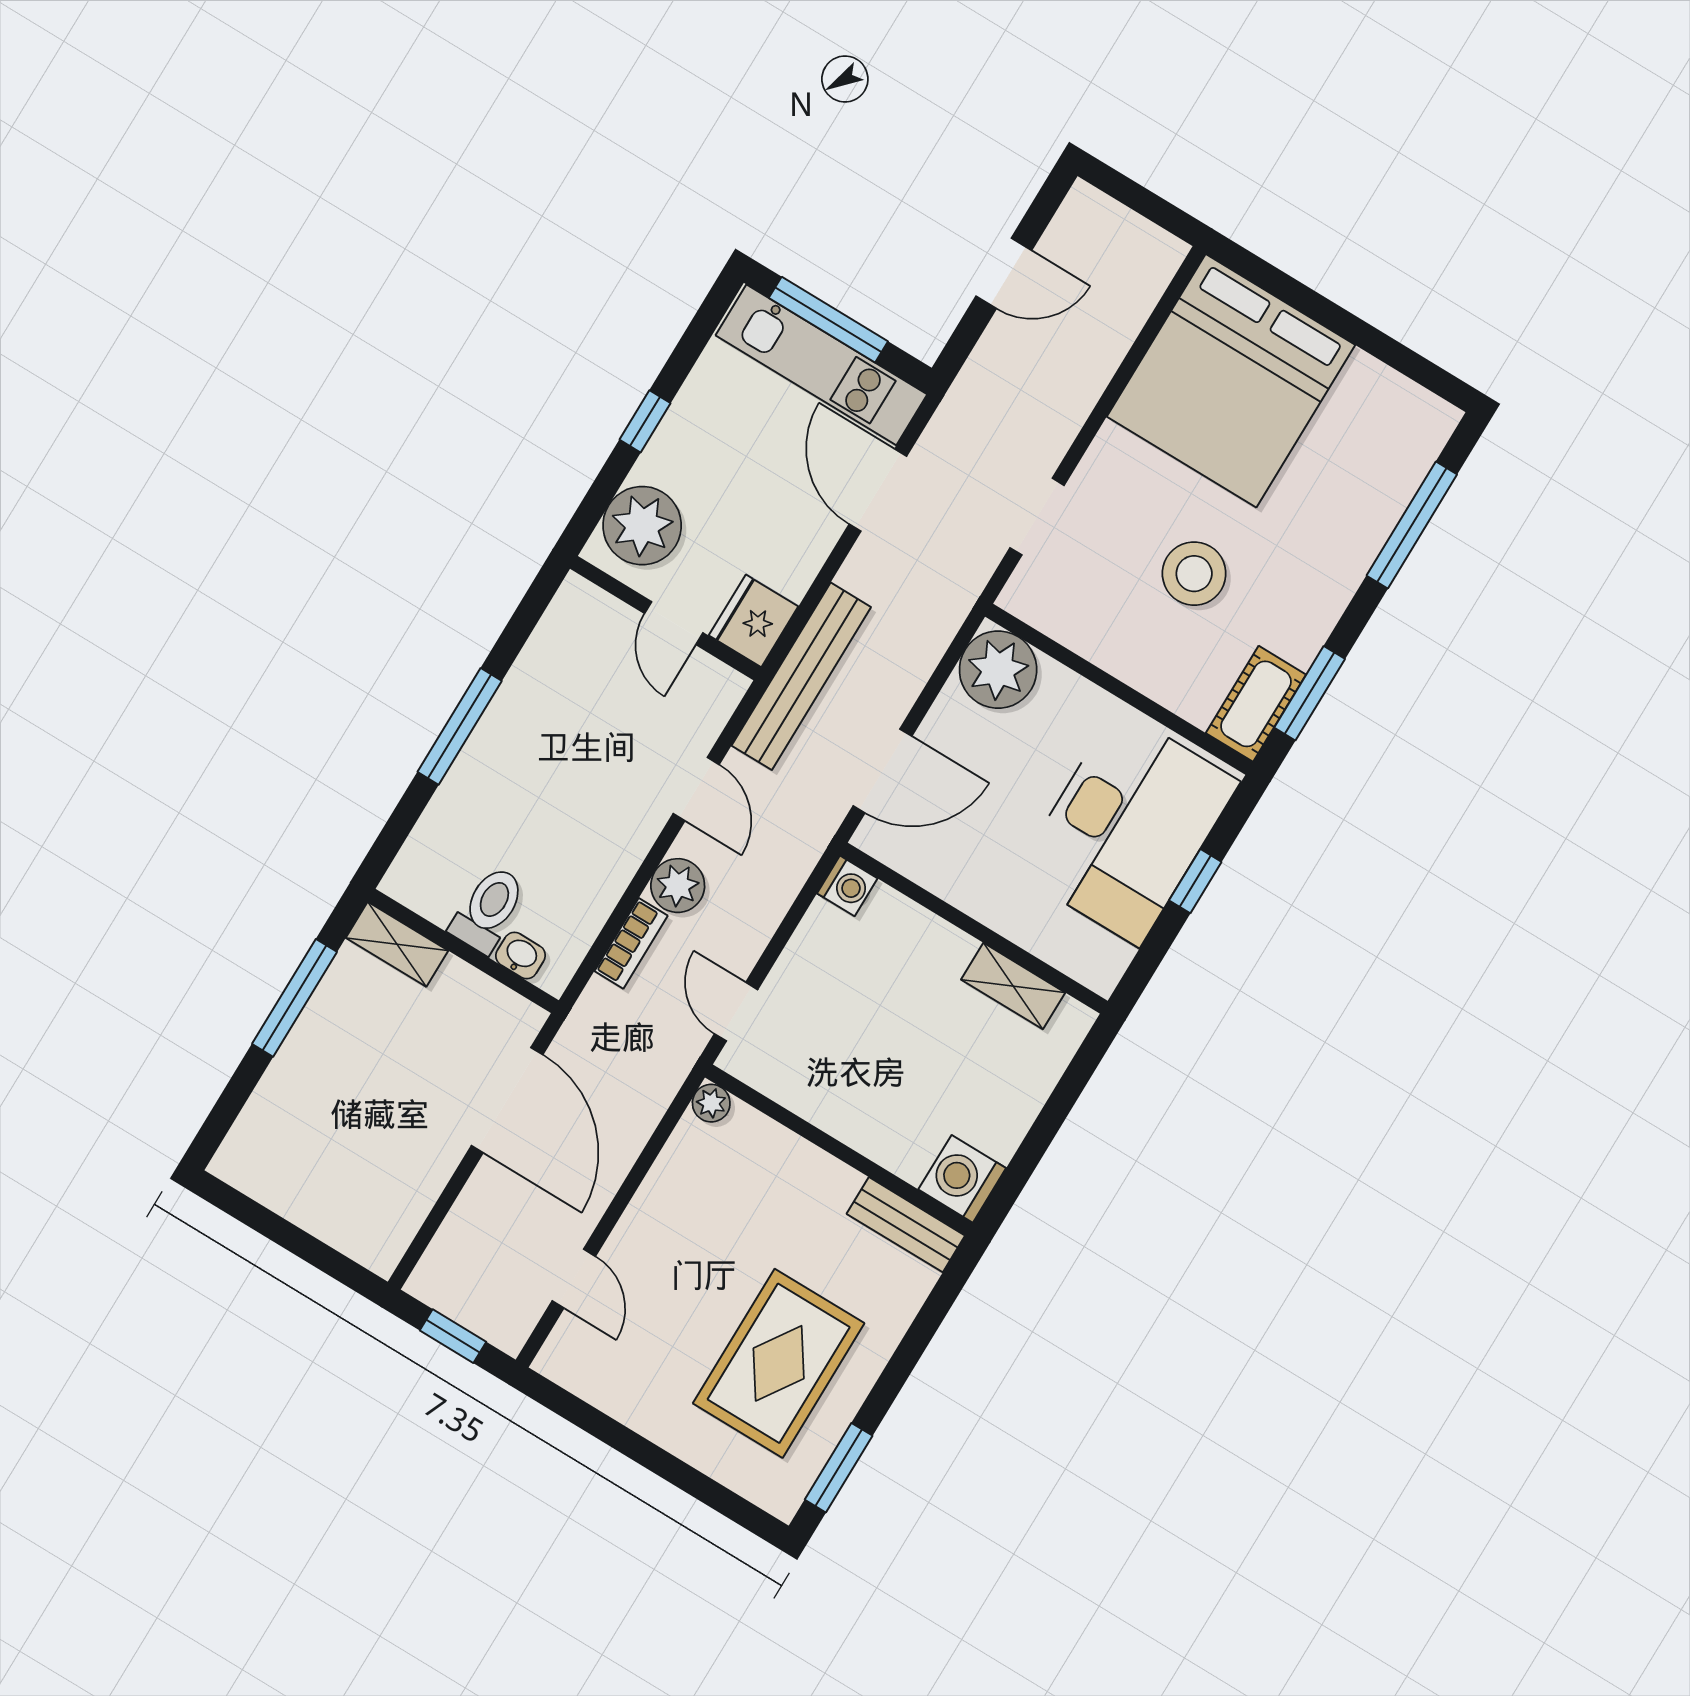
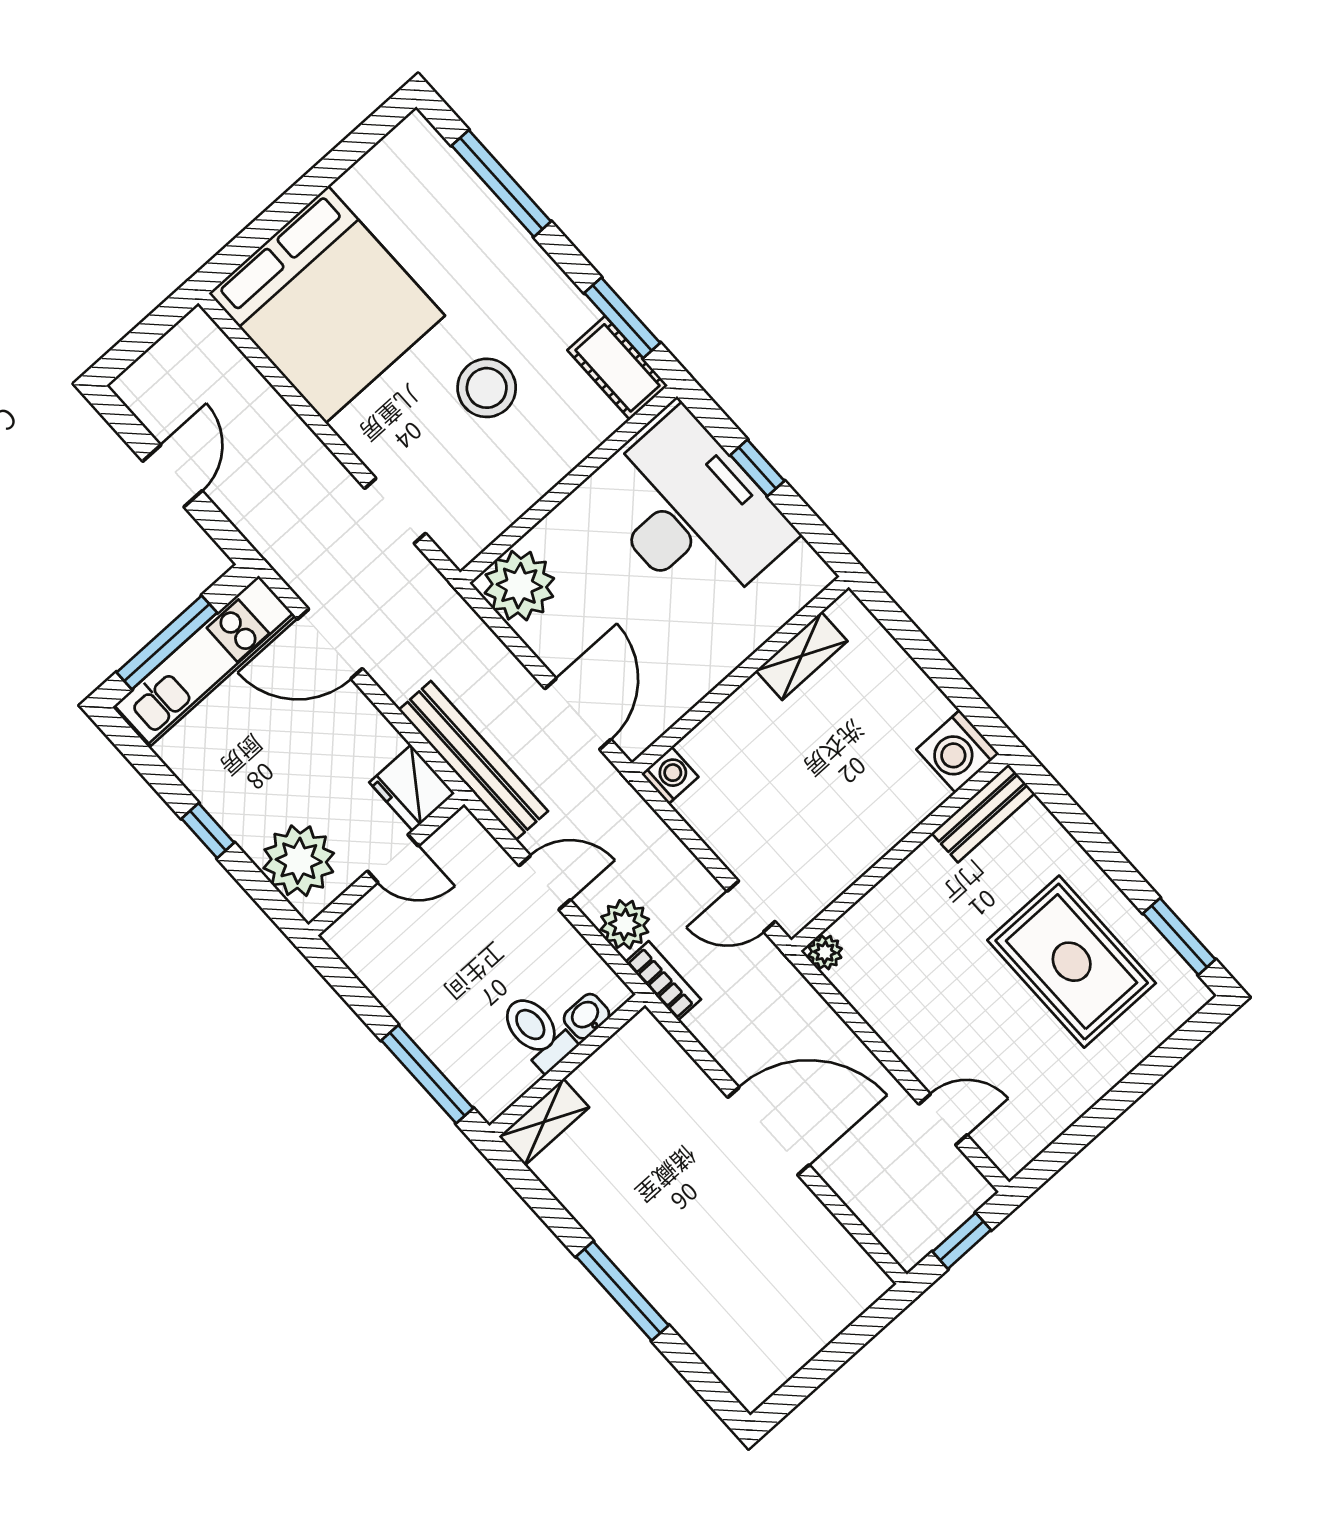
toilet: (488, 909) -> (537, 1032), moved
shelving: (397, 944) -> (544, 1122), moved
wall: (463, 951) -> (567, 1065), moved
washbasin: (521, 956) -> (587, 1016), moved

